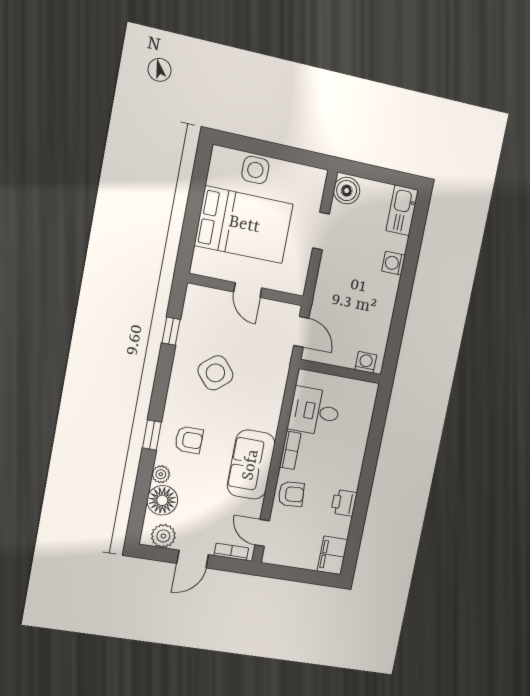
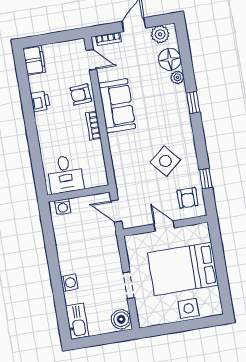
desk: (315, 411) -> (65, 174), moved, turned 90
armchair: (189, 440) -> (188, 198), moved, turned -90

